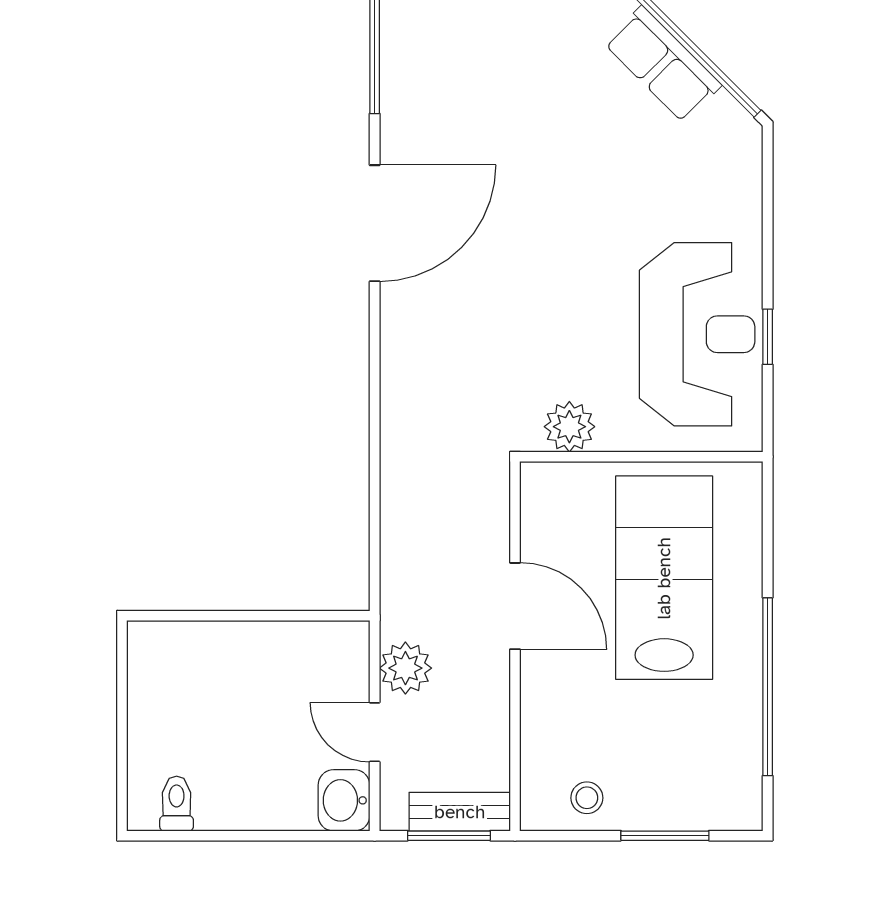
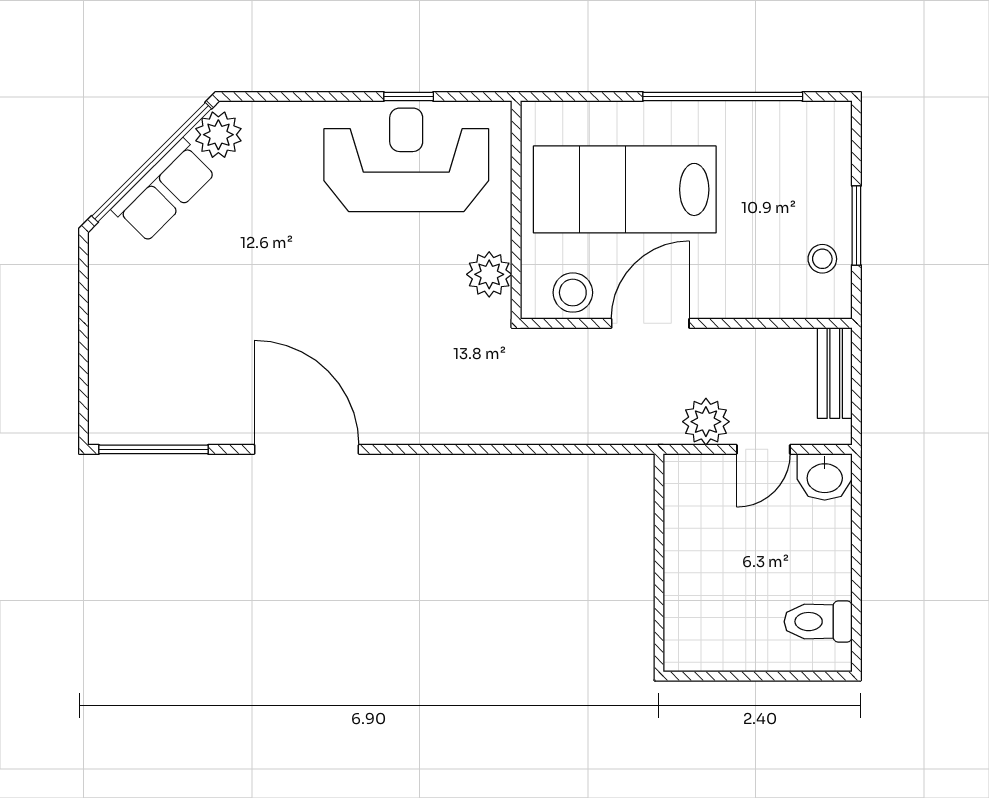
plant: (725, 125) -> (218, 135), added
stool: (549, 520) -> (573, 293), added
toilet: (177, 804) -> (818, 622), width x1.37, depth x1.39
window: (449, 836) -> (856, 383), removed
window: (665, 836) -> (856, 226), moved

